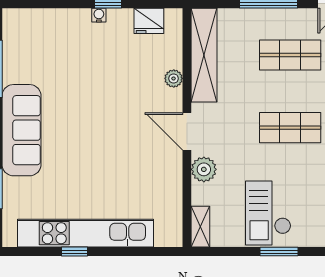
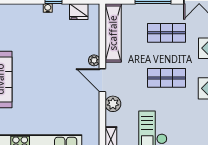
plant: (174, 78) -> (94, 60), moved

